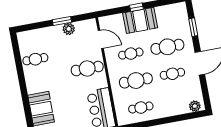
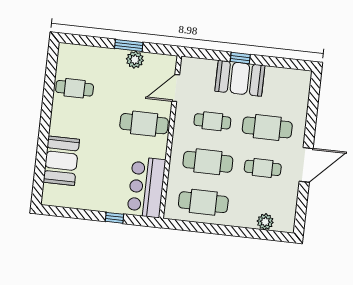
window: (193, 27) -> (312, 111), removed
door: (101, 39) -> (176, 88), swing flipped
plant: (195, 106) -> (265, 222), moved
cafe table: (141, 108) -> (203, 202), width x1.37, depth x1.35

